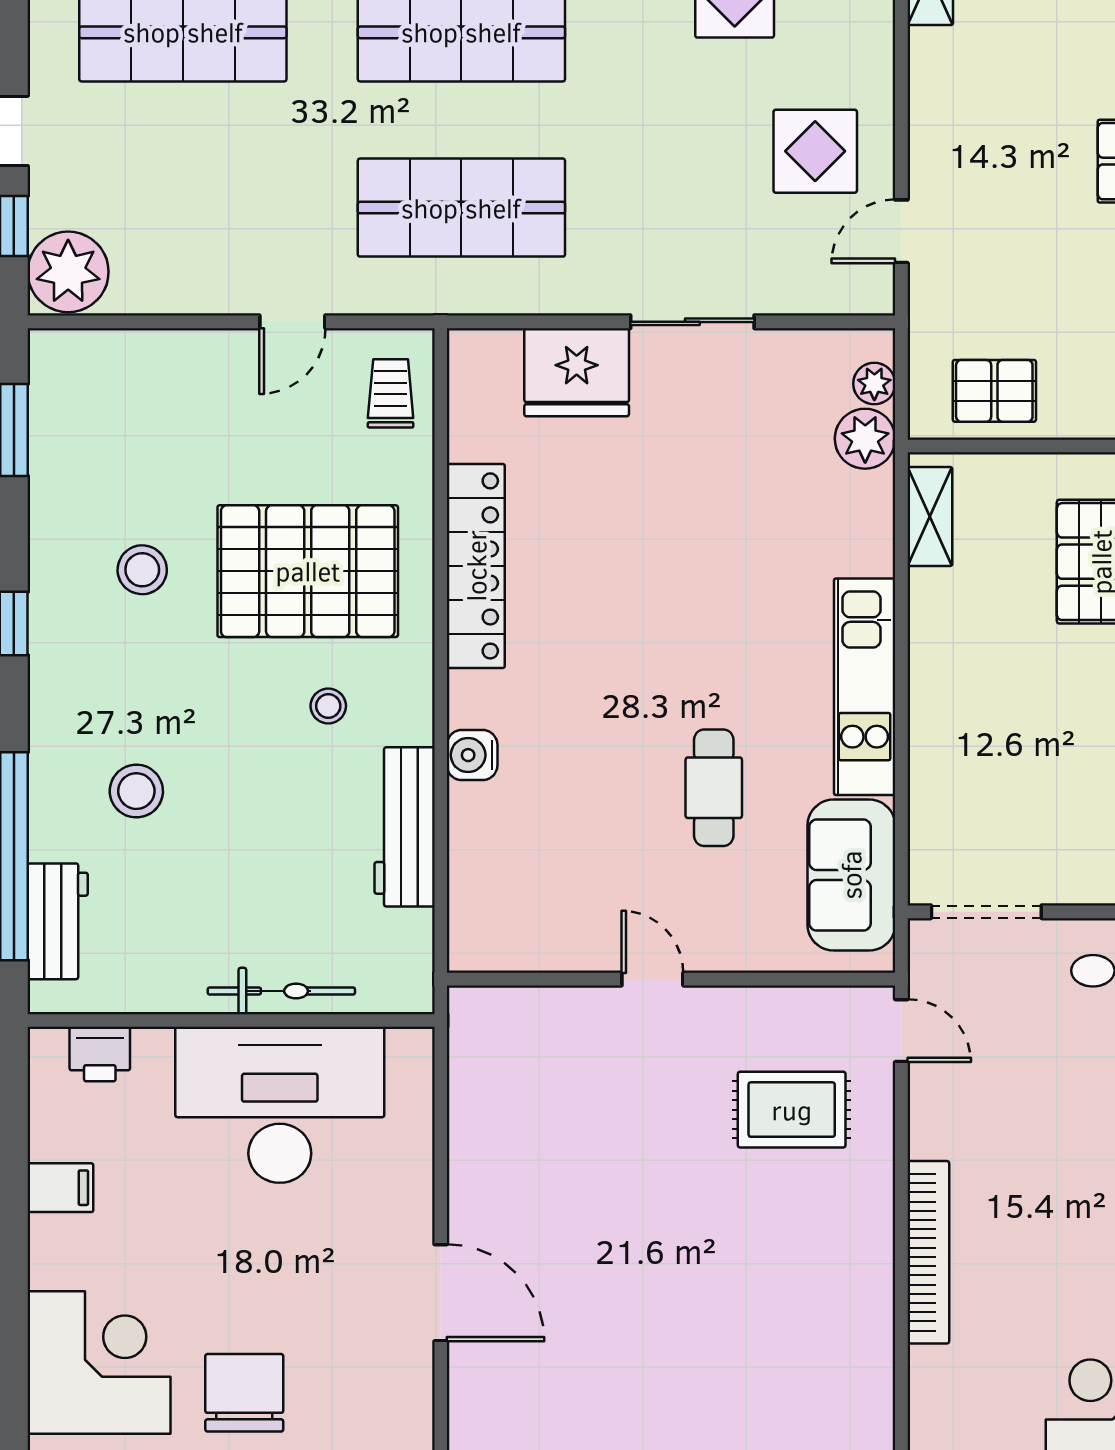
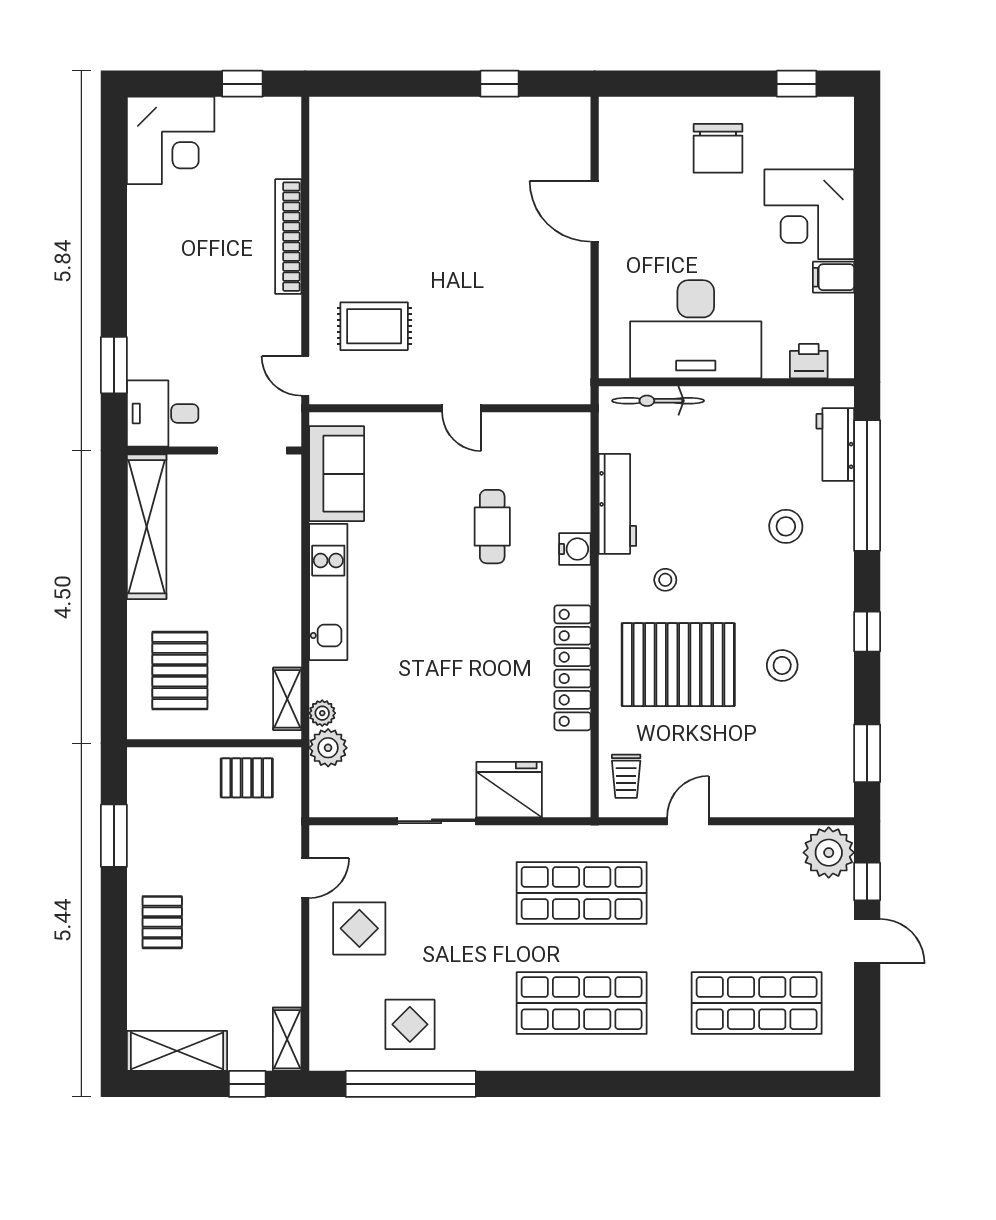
plant: (874, 384) -> (322, 713), moved
cafe table: (714, 788) -> (492, 527), moved
bicycle: (281, 991) -> (658, 401), moved
corner desk: (99, 1362) -> (809, 214), moved

